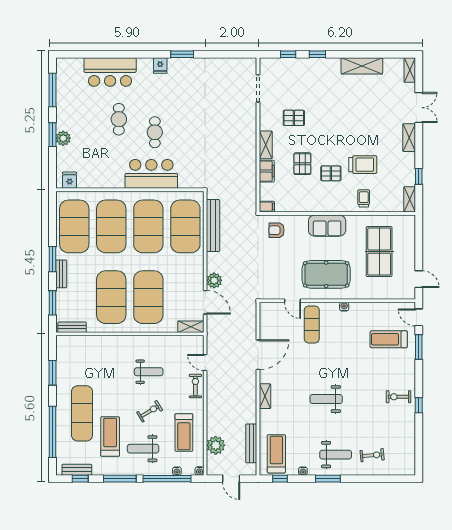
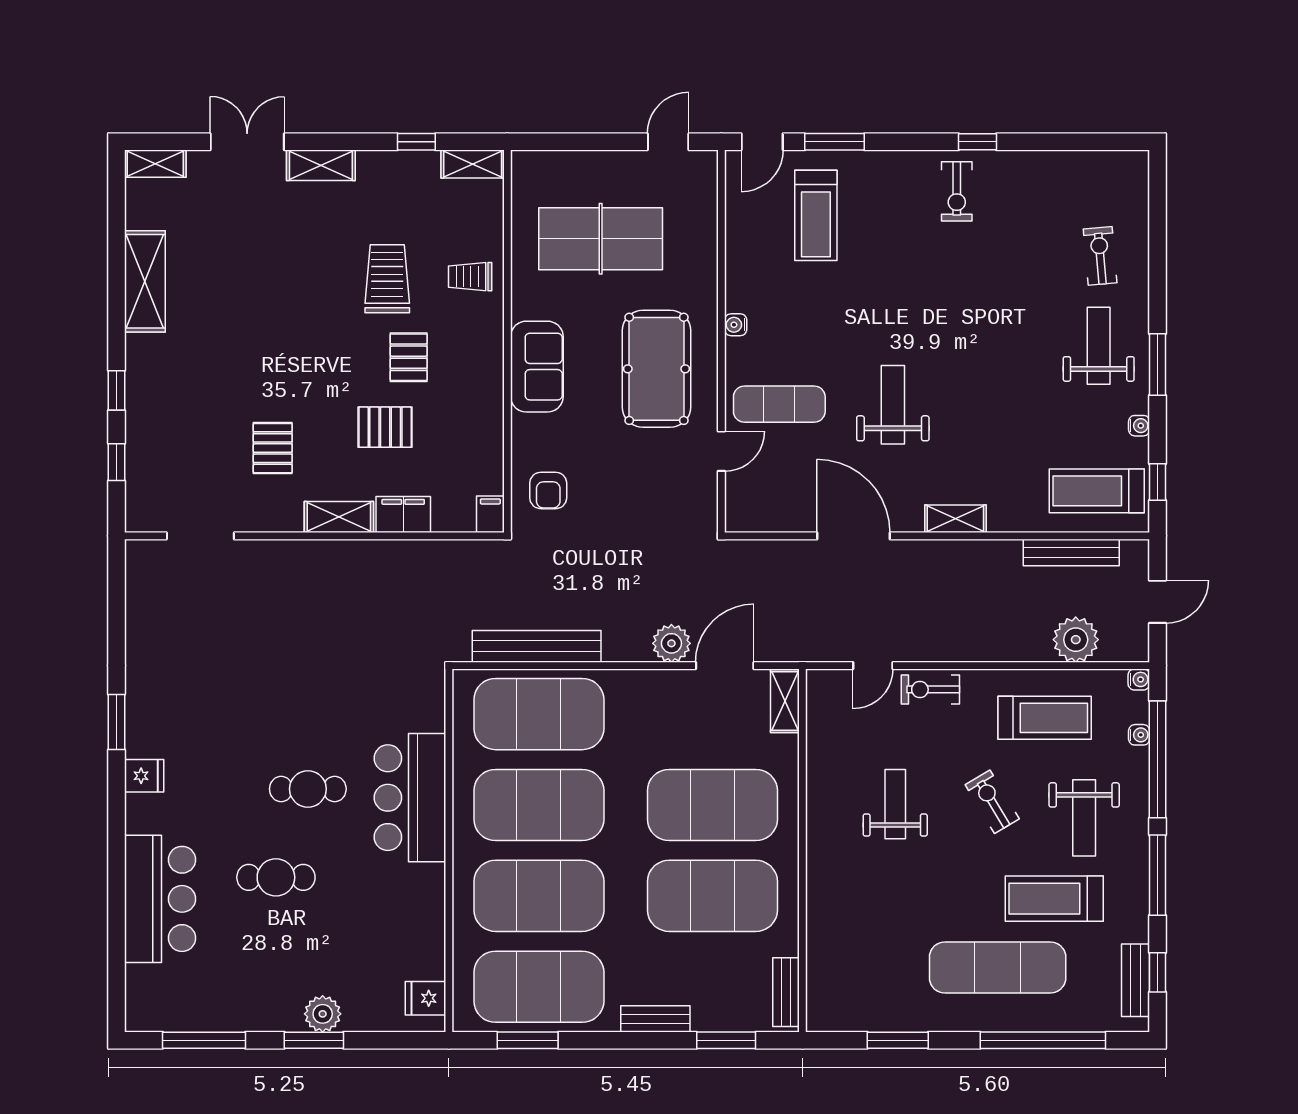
window: (52, 259) -> (528, 1040), moved
weight bench: (326, 399) -> (893, 405), moved, turned 180

